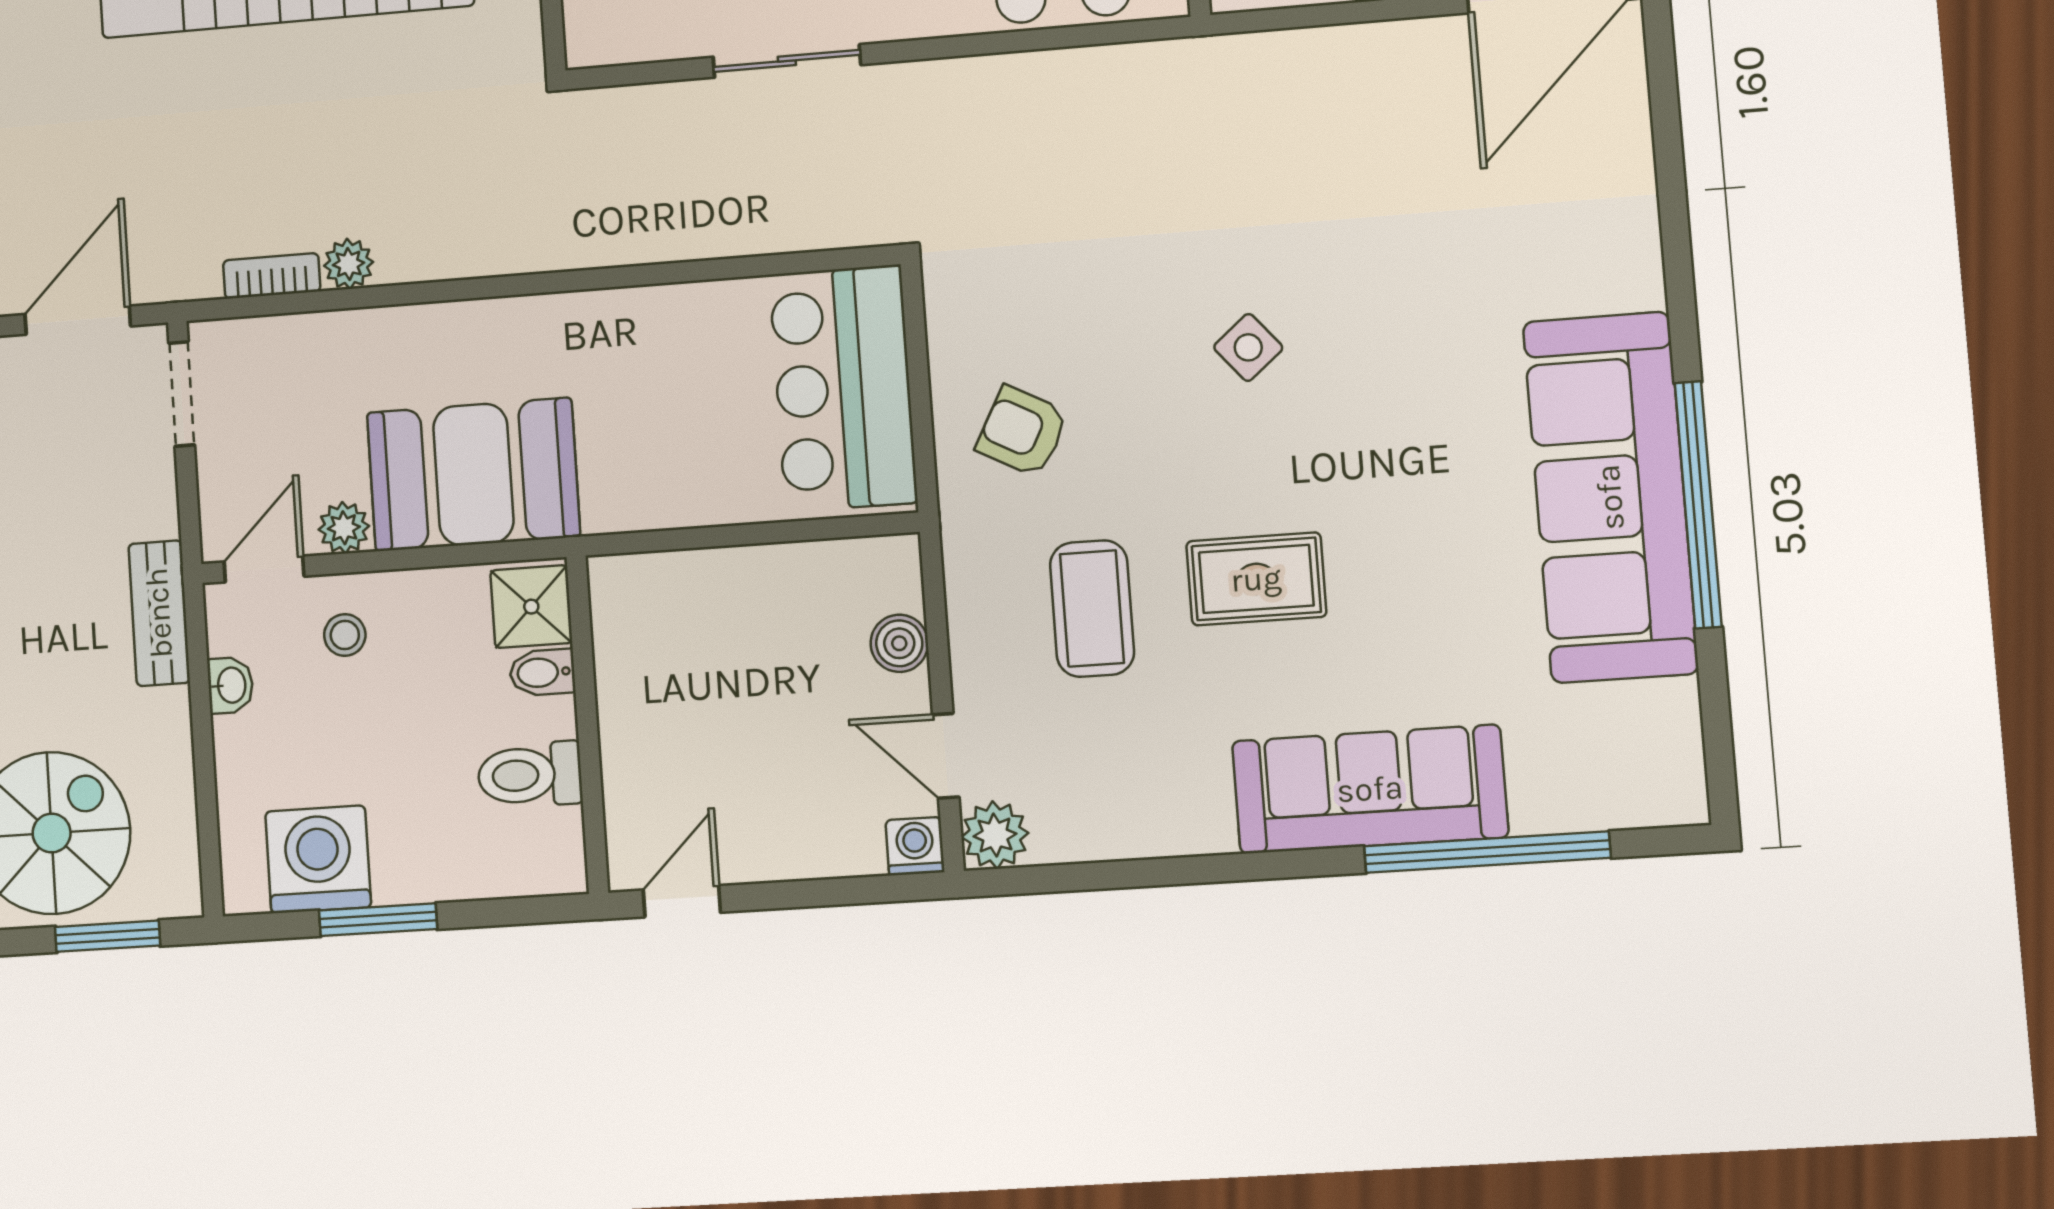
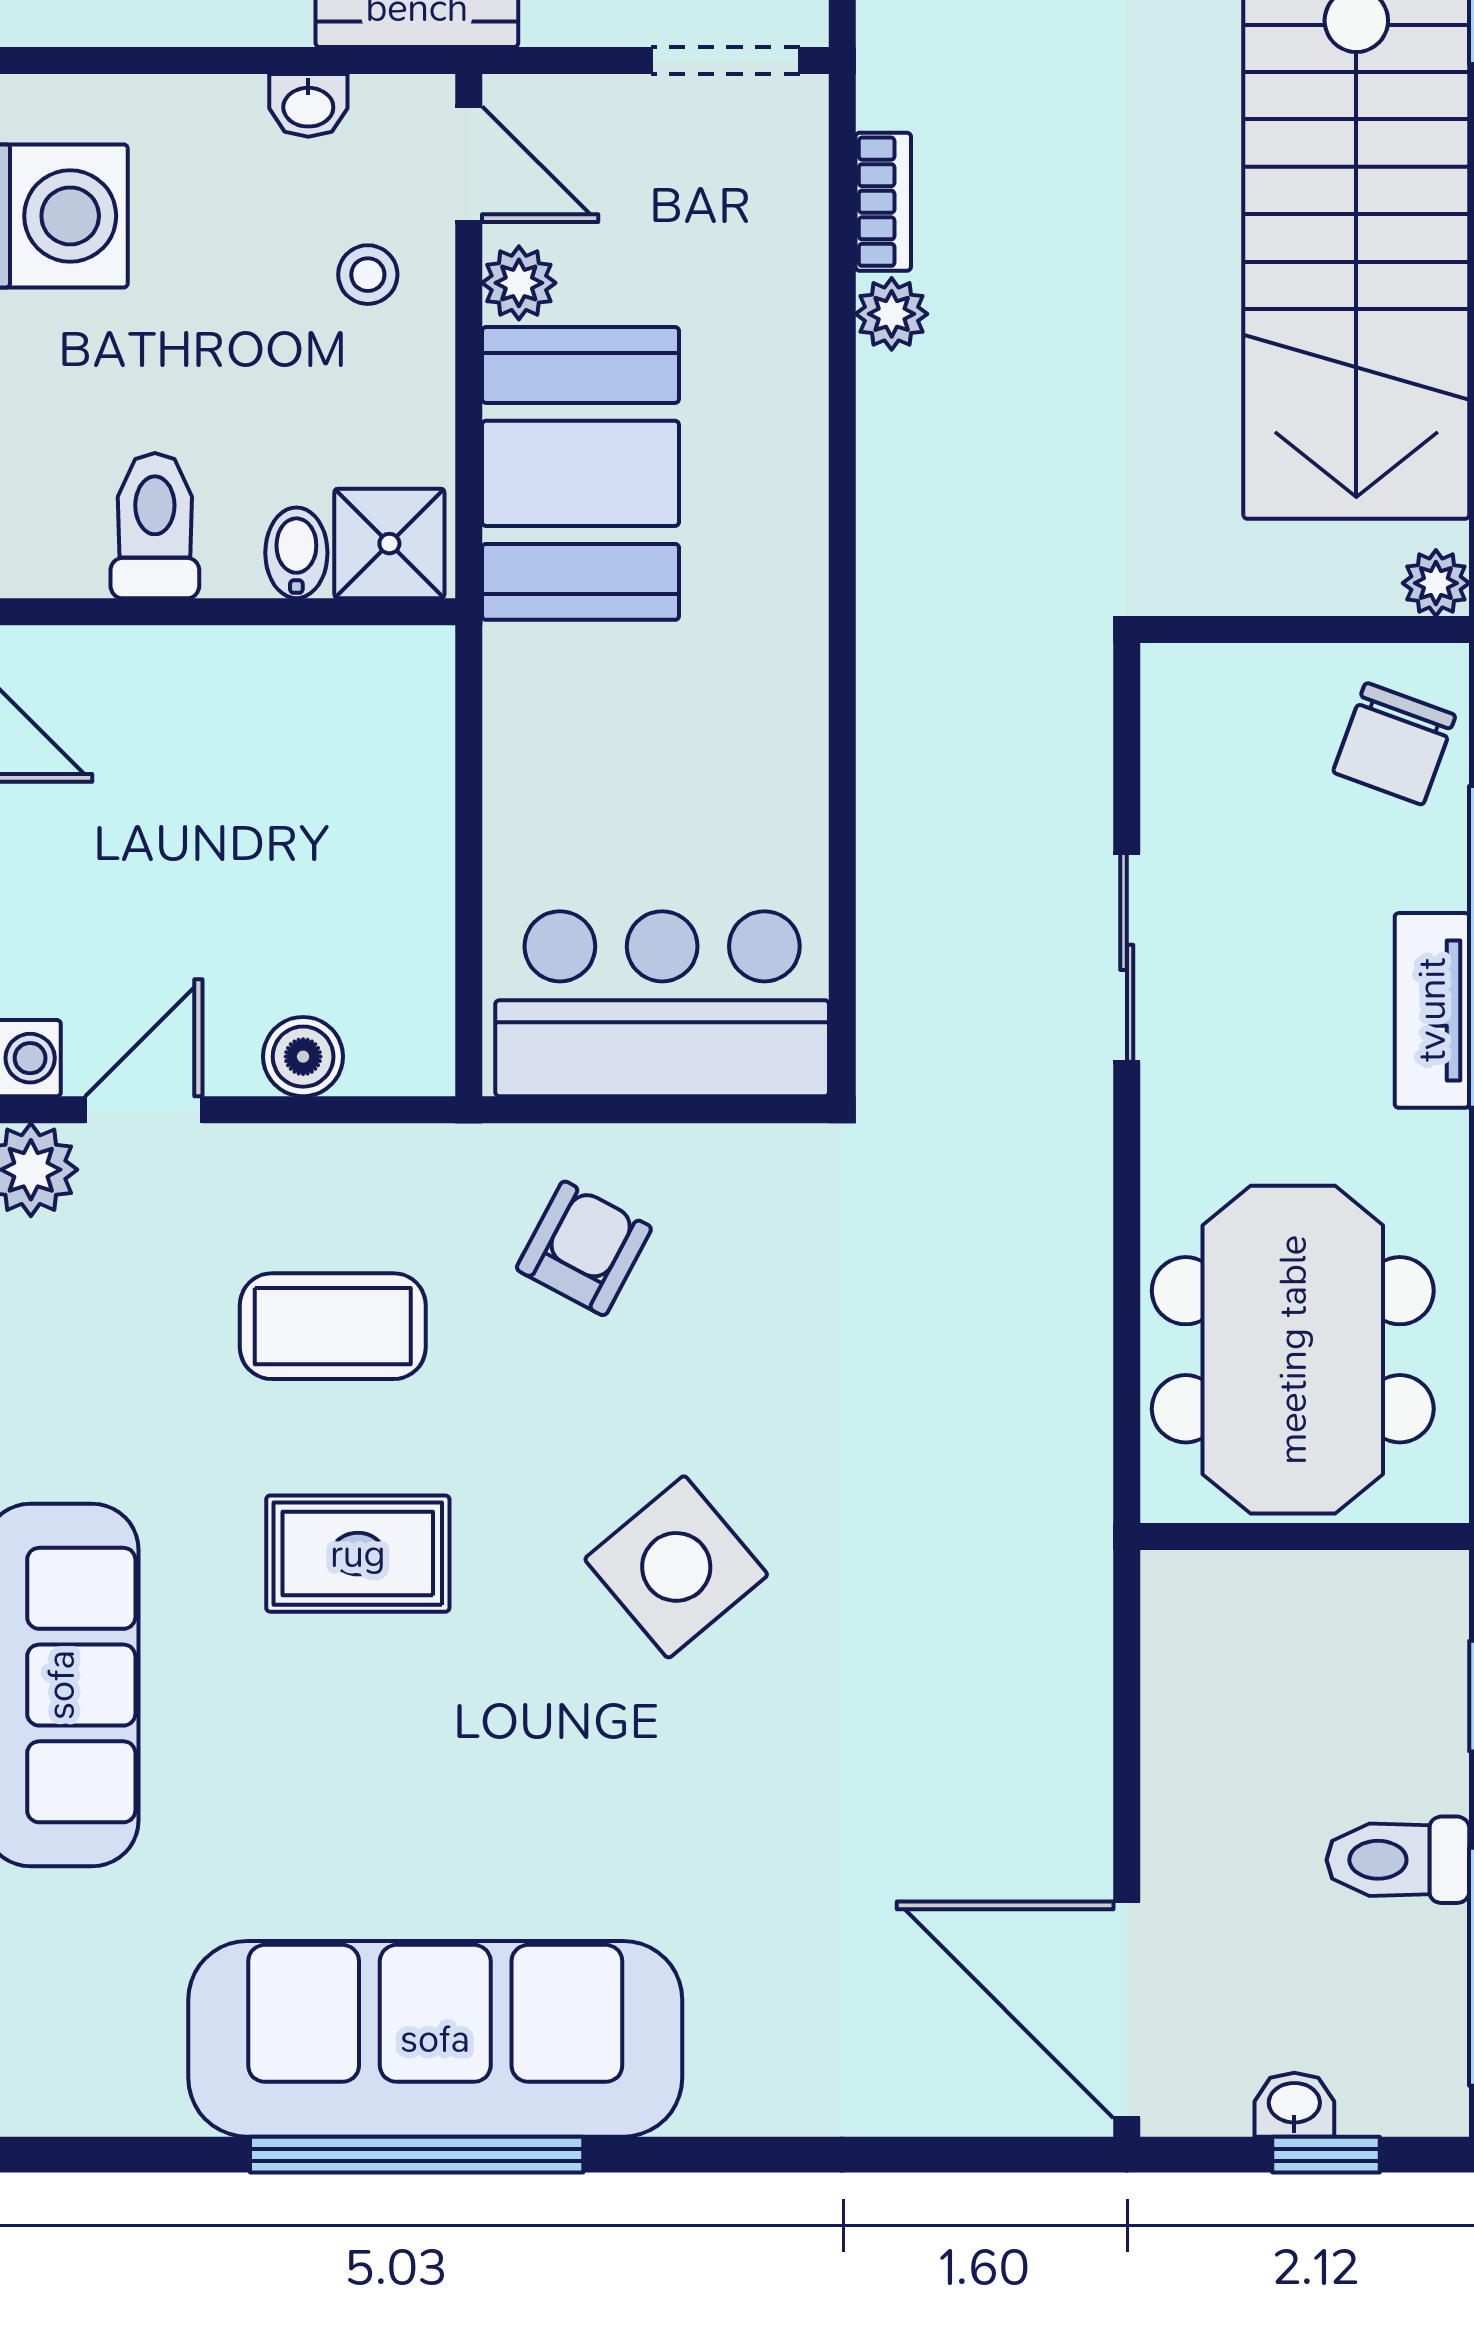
side table: (1248, 347) -> (676, 1567), width x1.87, depth x1.87
rug: (1256, 579) -> (358, 1554), turned 90

